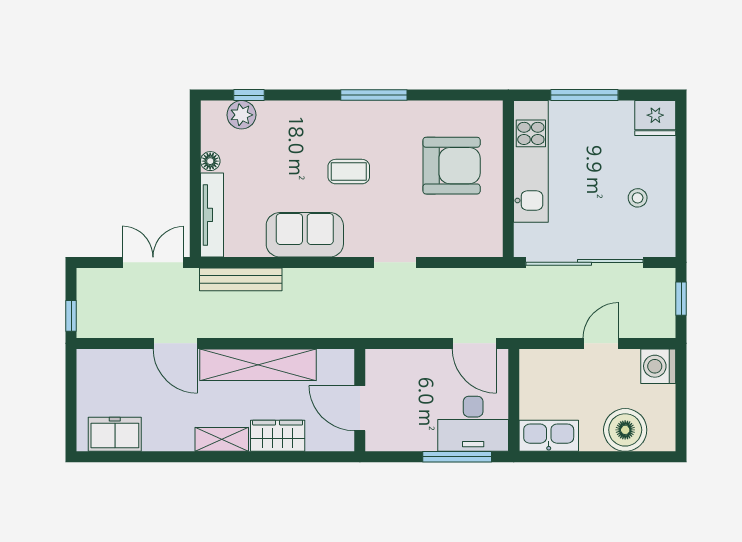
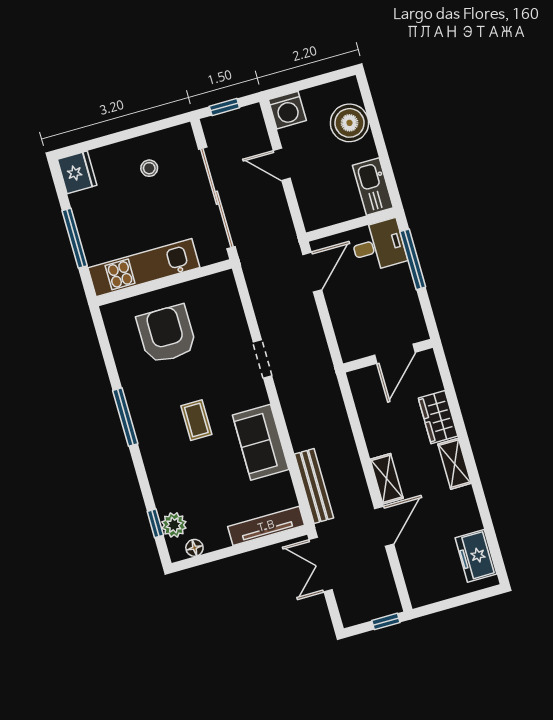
floor lamp: (210, 161) -> (194, 548), moved
shelving: (258, 365) -> (387, 479), width x0.45, depth x0.75
desk: (473, 424) -> (379, 246), width x0.73

